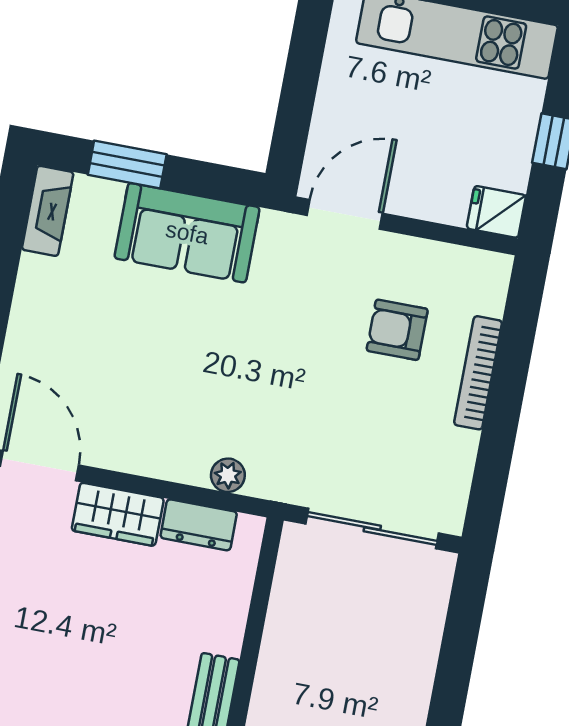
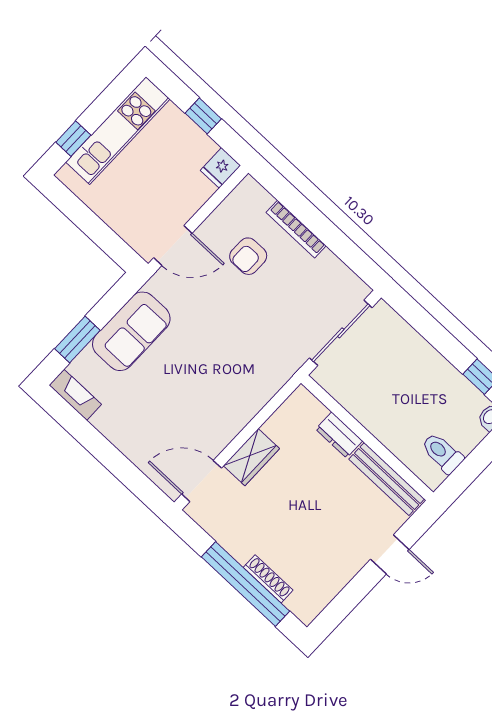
door: (345, 214) -> (173, 246), swing flipped
plant: (228, 475) -> (267, 389), removed
dresser: (199, 525) -> (339, 435), moved, turned 90

